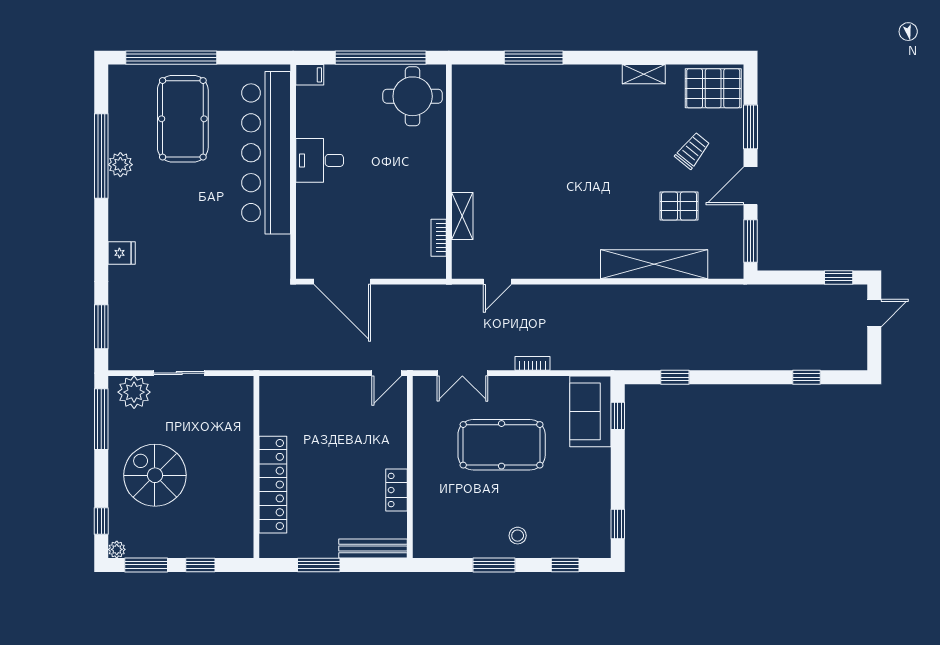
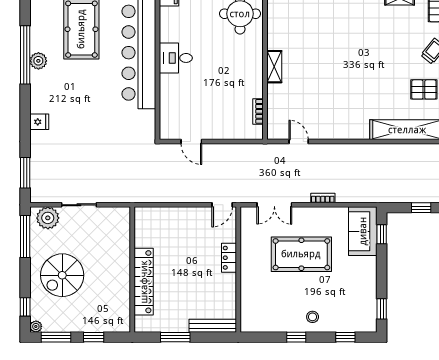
shelving: (462, 216) -> (274, 67), moved
door: (342, 282) -> (191, 142), width x0.53
door: (497, 282) -> (299, 142), swing flipped
spiral stairs: (155, 475) -> (62, 275), turned -90
locker: (396, 490) -> (229, 258), moved
window: (494, 565) -> (296, 337), width x0.67

